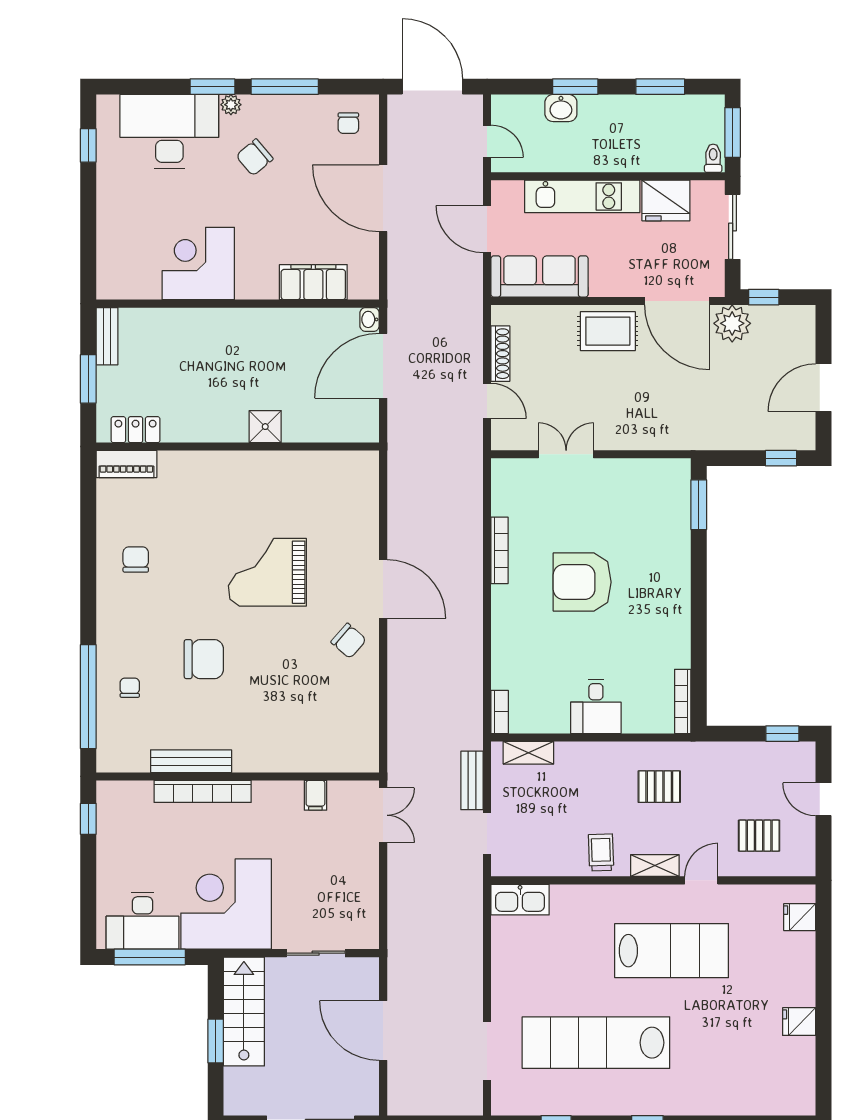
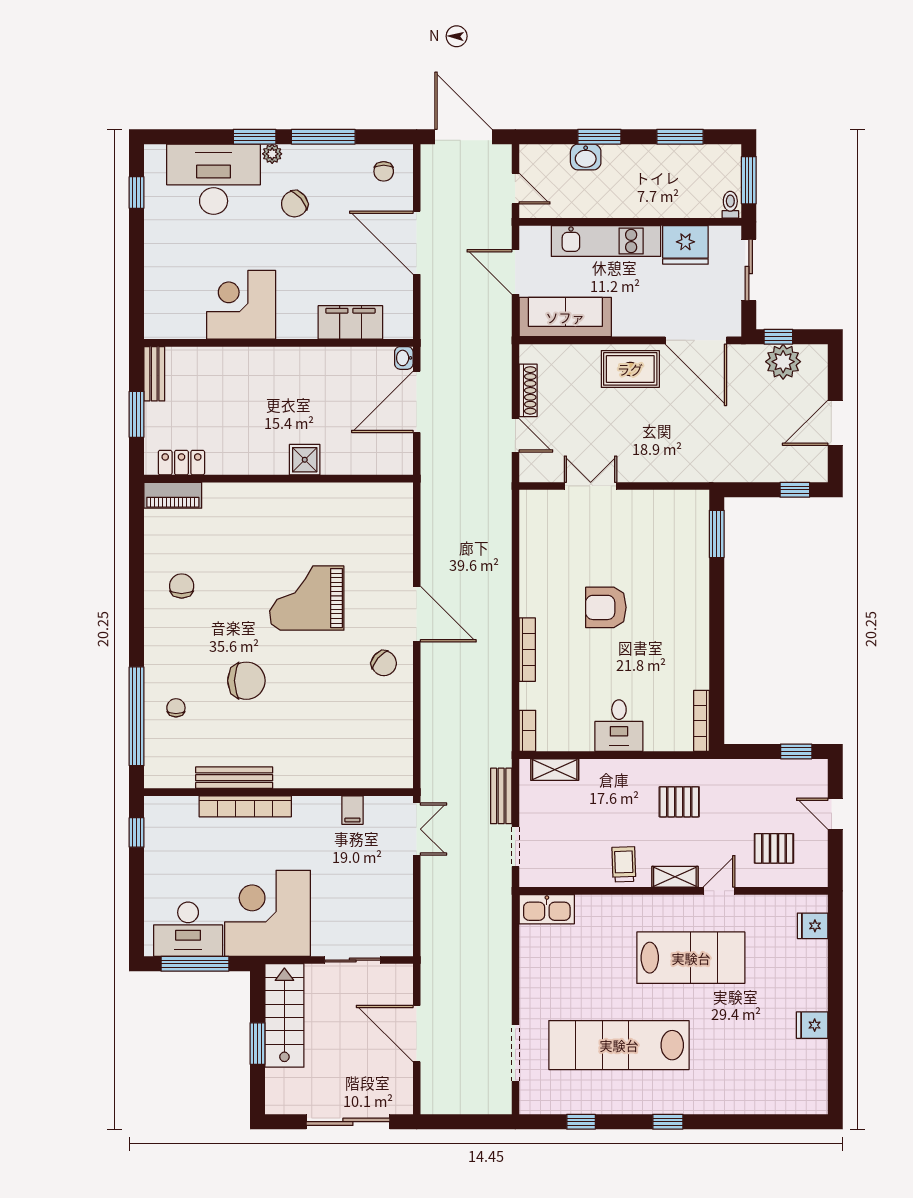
plant: (732, 323) -> (783, 362), moved
bookcase: (499, 550) -> (527, 650), moved
armchair: (582, 582) -> (606, 607), width x0.73, depth x0.73

